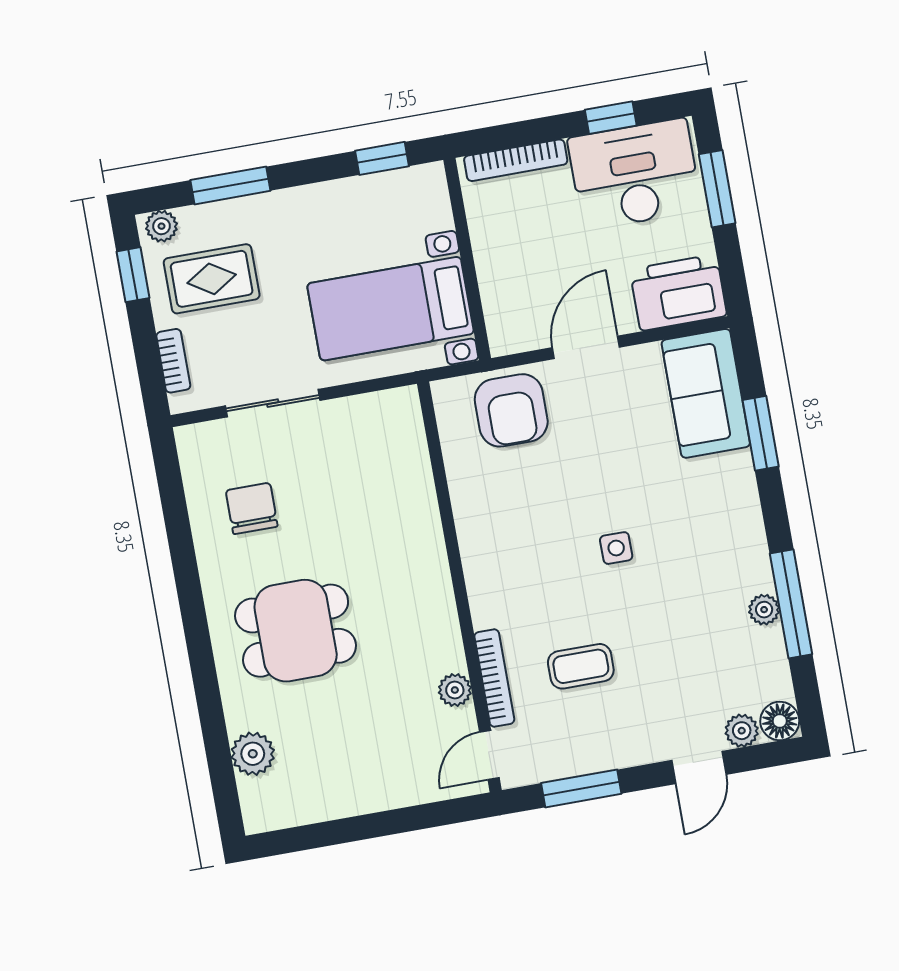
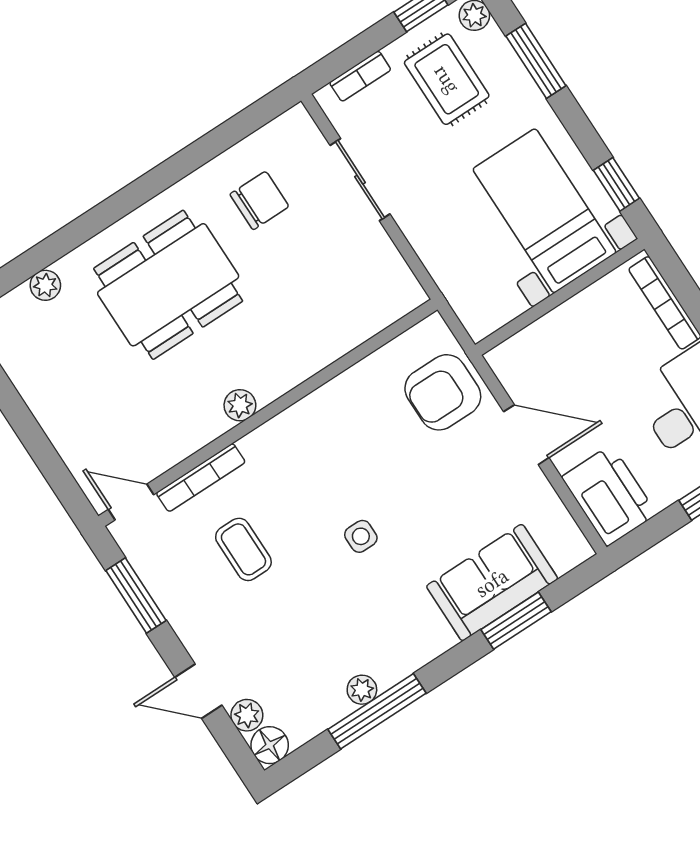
bed with nightstands: (391, 309) -> (545, 211), moved
sofa: (706, 393) -> (492, 583), moved
dining table: (296, 631) -> (168, 285), width x1.38
plant: (455, 690) -> (240, 405), moved
plant: (253, 754) -> (45, 285), width x0.73, depth x0.73

